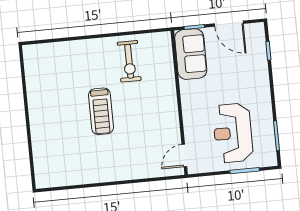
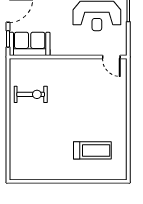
treadmill: (101, 111) -> (92, 150), moved

